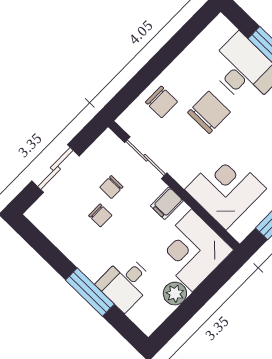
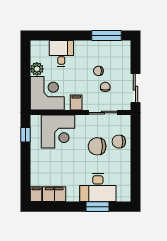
chair: (209, 112) -> (97, 146), moved, turned 90
sliding door: (55, 168) -> (135, 88), moved
window: (90, 292) -> (106, 36), moved

